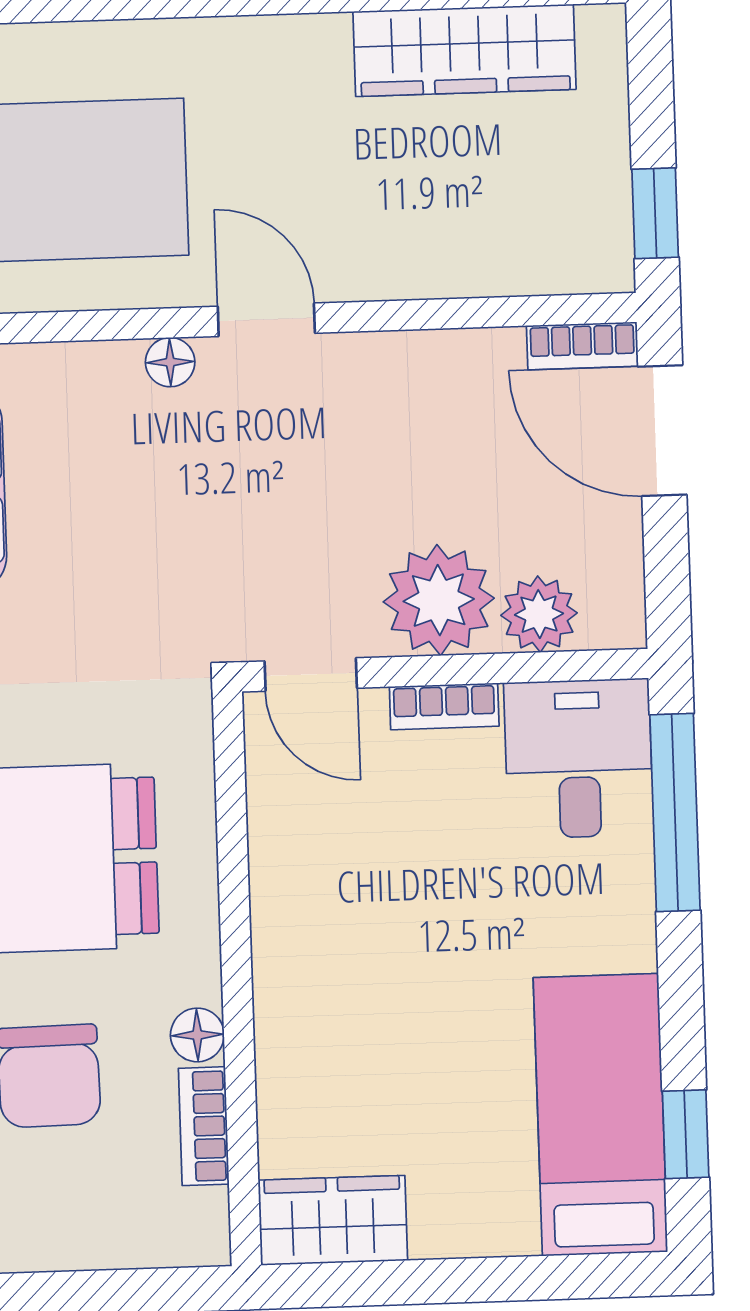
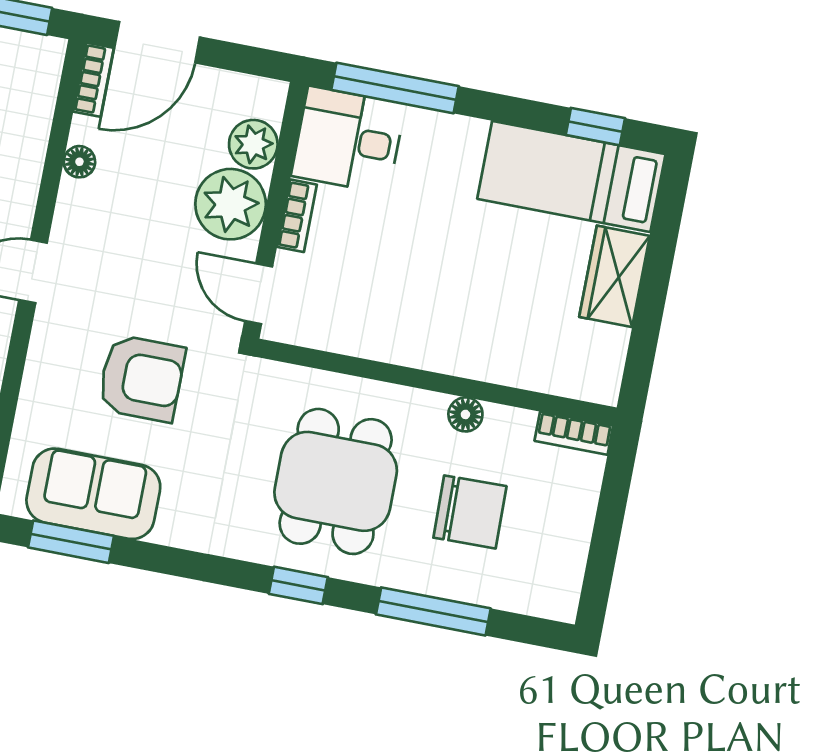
floor lamp: (170, 362) -> (79, 162), moved
armchair: (140, 524) -> (141, 378), added
door: (311, 675) -> (259, 294), swing flipped
bookcase: (204, 1126) -> (574, 433), moved
wardrobe: (333, 1220) -> (614, 276), moved

